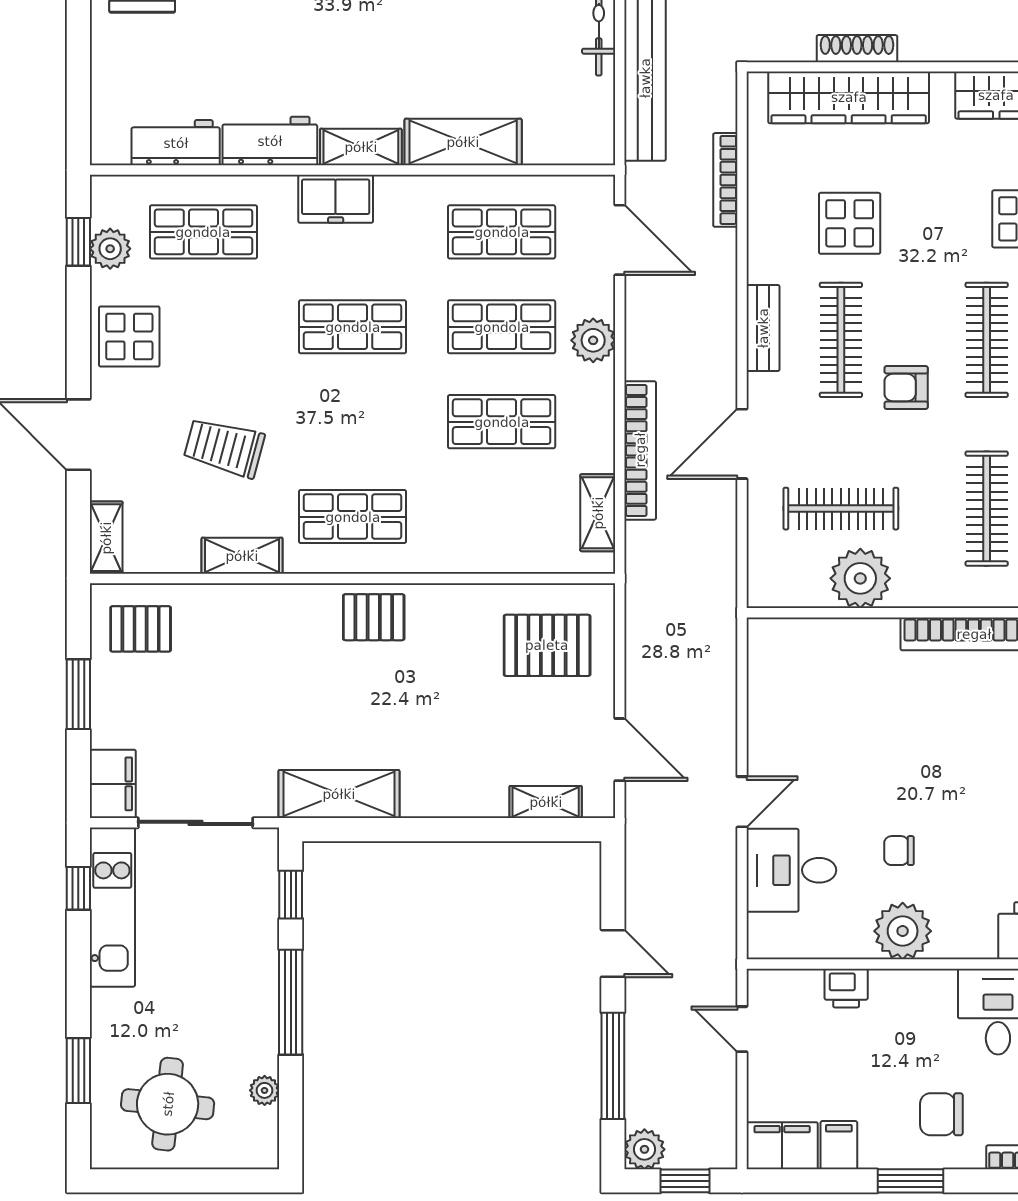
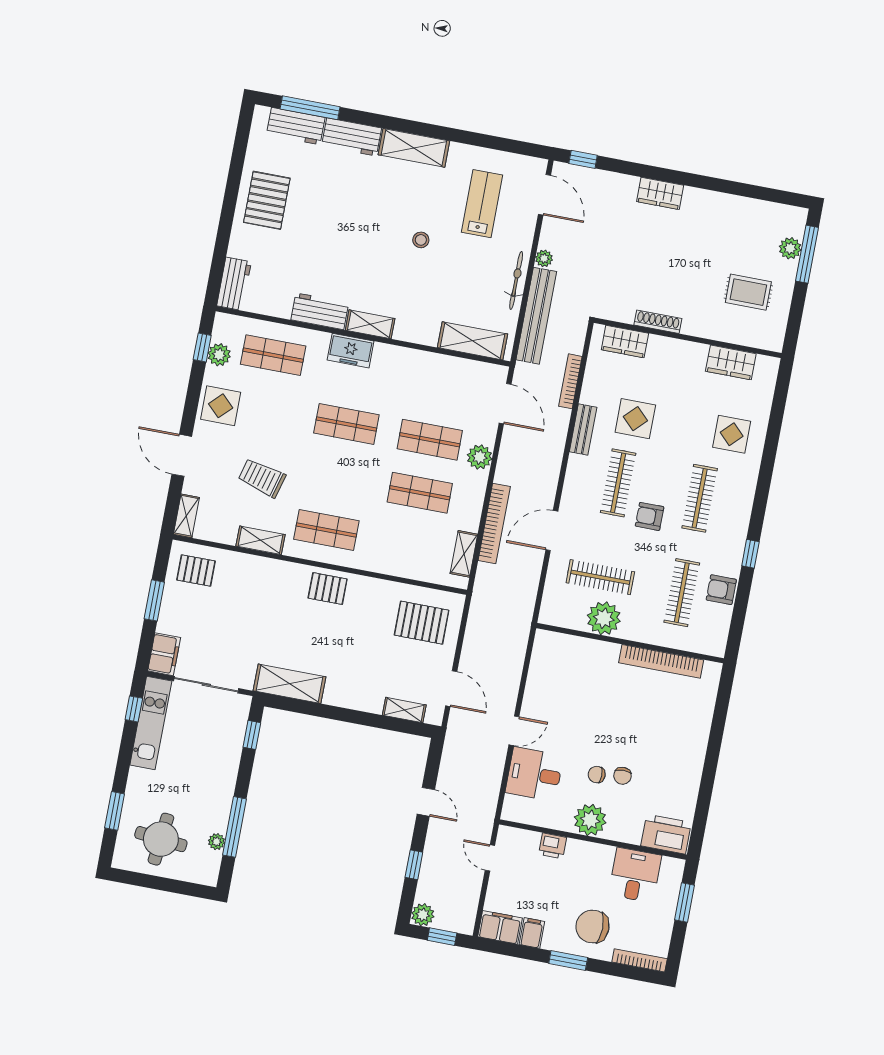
wardrobe: (849, 97) -> (625, 342), width x0.48, depth x0.85
shelving: (463, 142) -> (473, 341), moved
workbench: (176, 143) -> (234, 284), moved, turned 90
shop shelf: (502, 232) -> (440, 387), removed
bench: (763, 328) -> (583, 430), moved
chair: (944, 844) -> (622, 776), added
window: (291, 1002) -> (234, 827), moved
window: (613, 1066) -> (414, 865), width x0.46
chair: (941, 1114) -> (592, 926), width x1.37, depth x1.37

